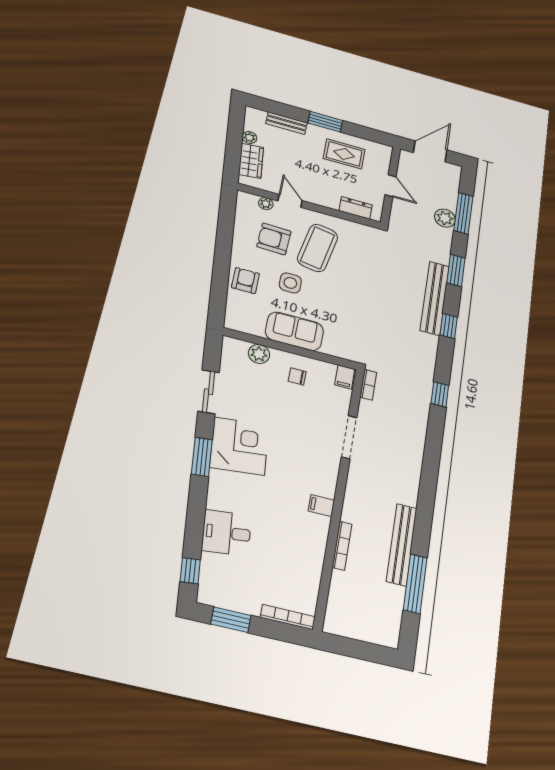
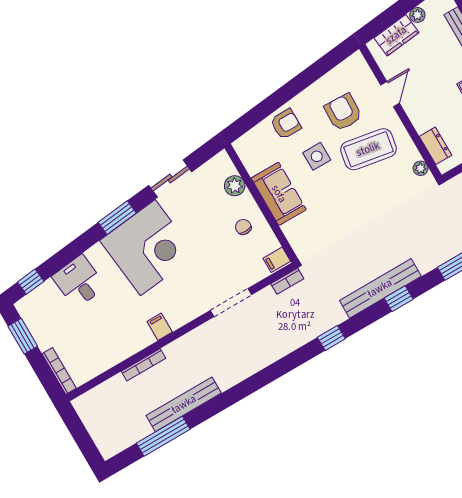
plant: (266, 204) -> (420, 168), moved
bench: (435, 298) -> (380, 288), moved
corner desk: (239, 446) -> (148, 248), width x1.36, depth x1.36

